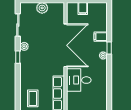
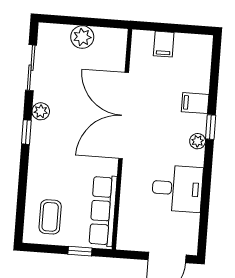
double door: (66, 45) -> (124, 116), swing flipped
desk: (79, 80) -> (177, 188), moved, turned 180

